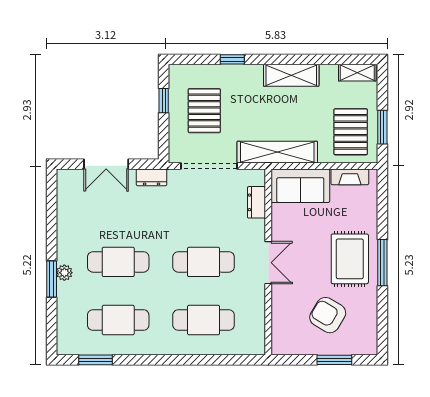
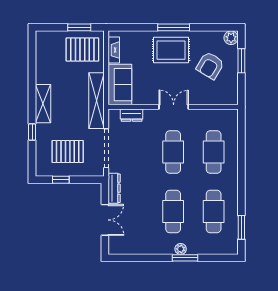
shelving: (357, 73) -> (41, 45), removed
shelving: (291, 75) -> (43, 104), moved
dresser: (152, 177) -> (114, 188), width x1.44
plant: (368, 345) -> (231, 38), added

